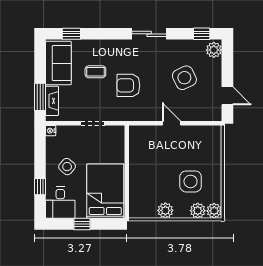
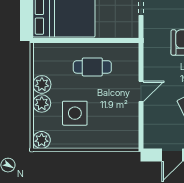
cafe table: (150, 166) -> (92, 67), added
plant: (198, 211) -> (42, 103), moved

